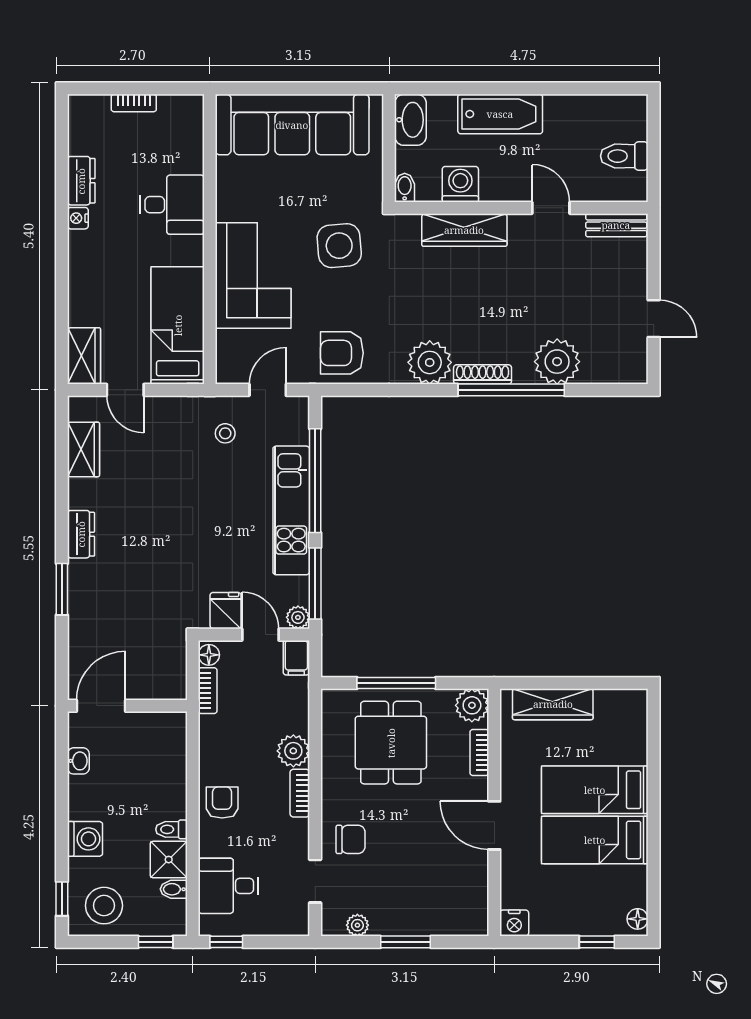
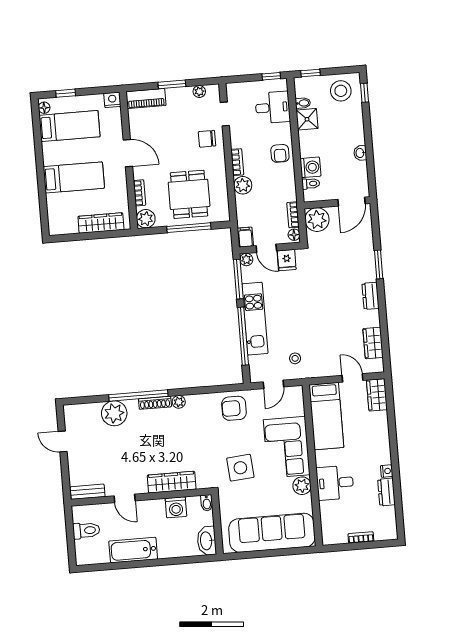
bathtub: (500, 114) -> (133, 550), moved
plant: (232, 204) -> (302, 486), added
armchair: (342, 353) -> (234, 408), turned 180
plant: (430, 362) -> (179, 402), width x0.53, depth x0.53
plant: (166, 679) -> (317, 220), added
washbasin: (78, 761) -> (360, 153), moved
toilet: (172, 829) -> (311, 184), moved
washing machine: (85, 839) -> (310, 167), moved, turned 180
bed: (595, 840) -> (69, 126), moved
piano: (454, 921) -> (146, 98), added

